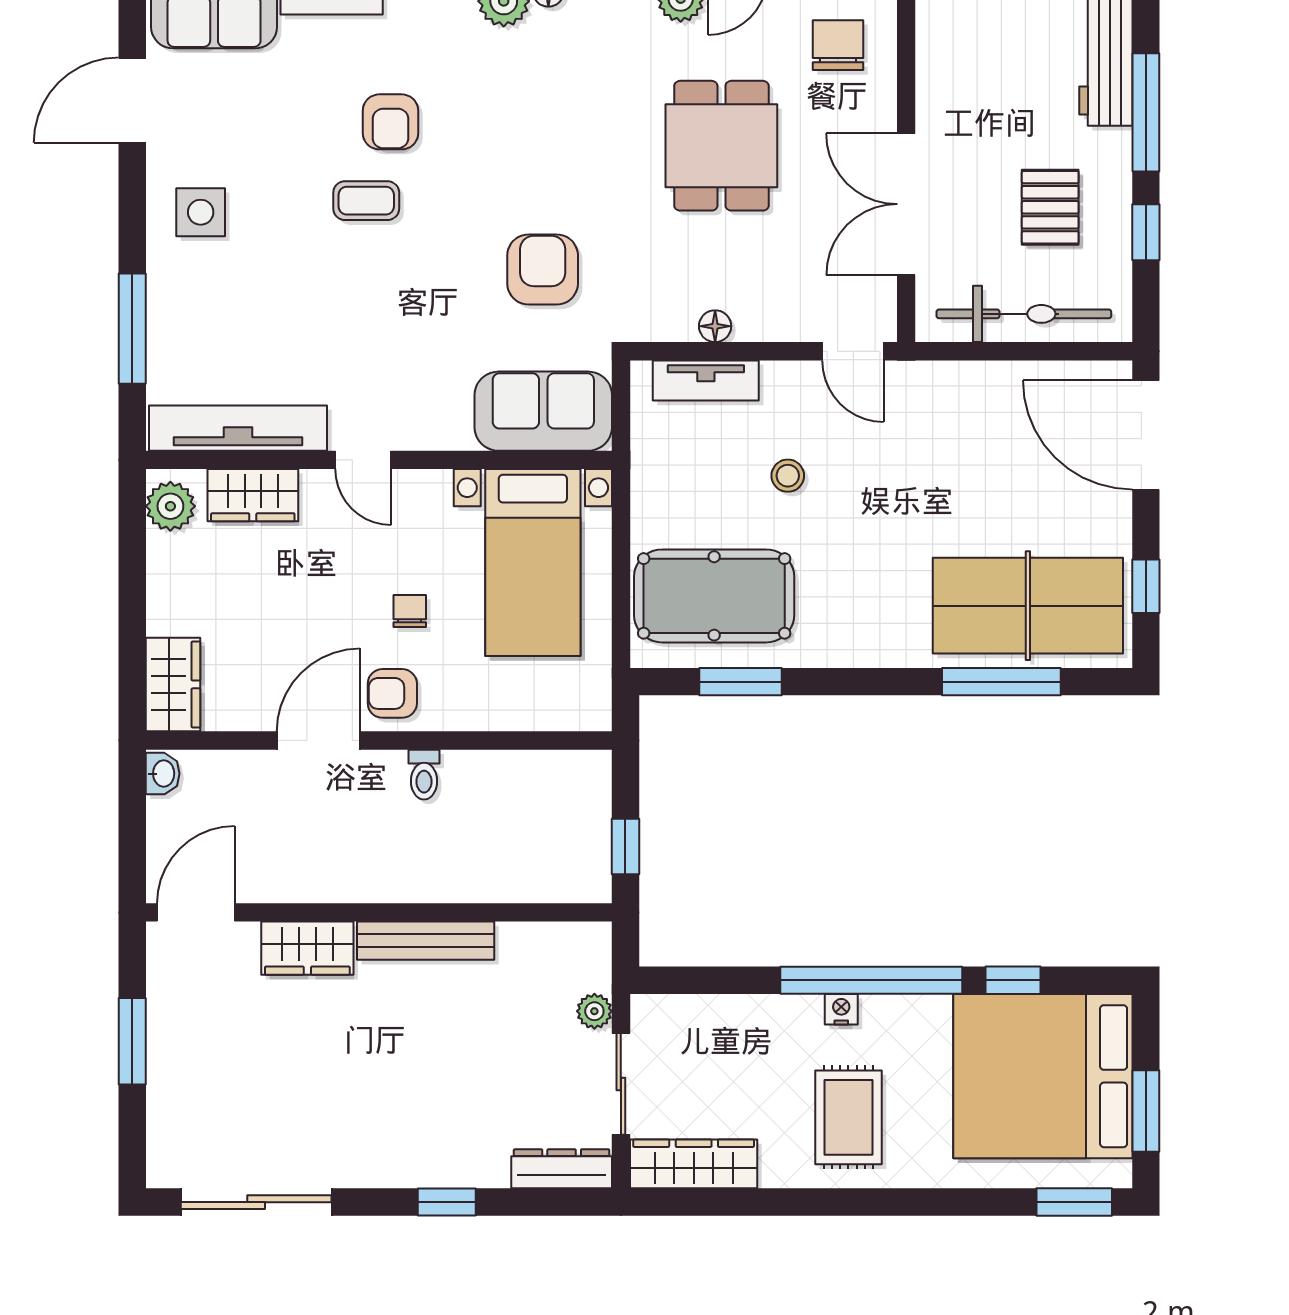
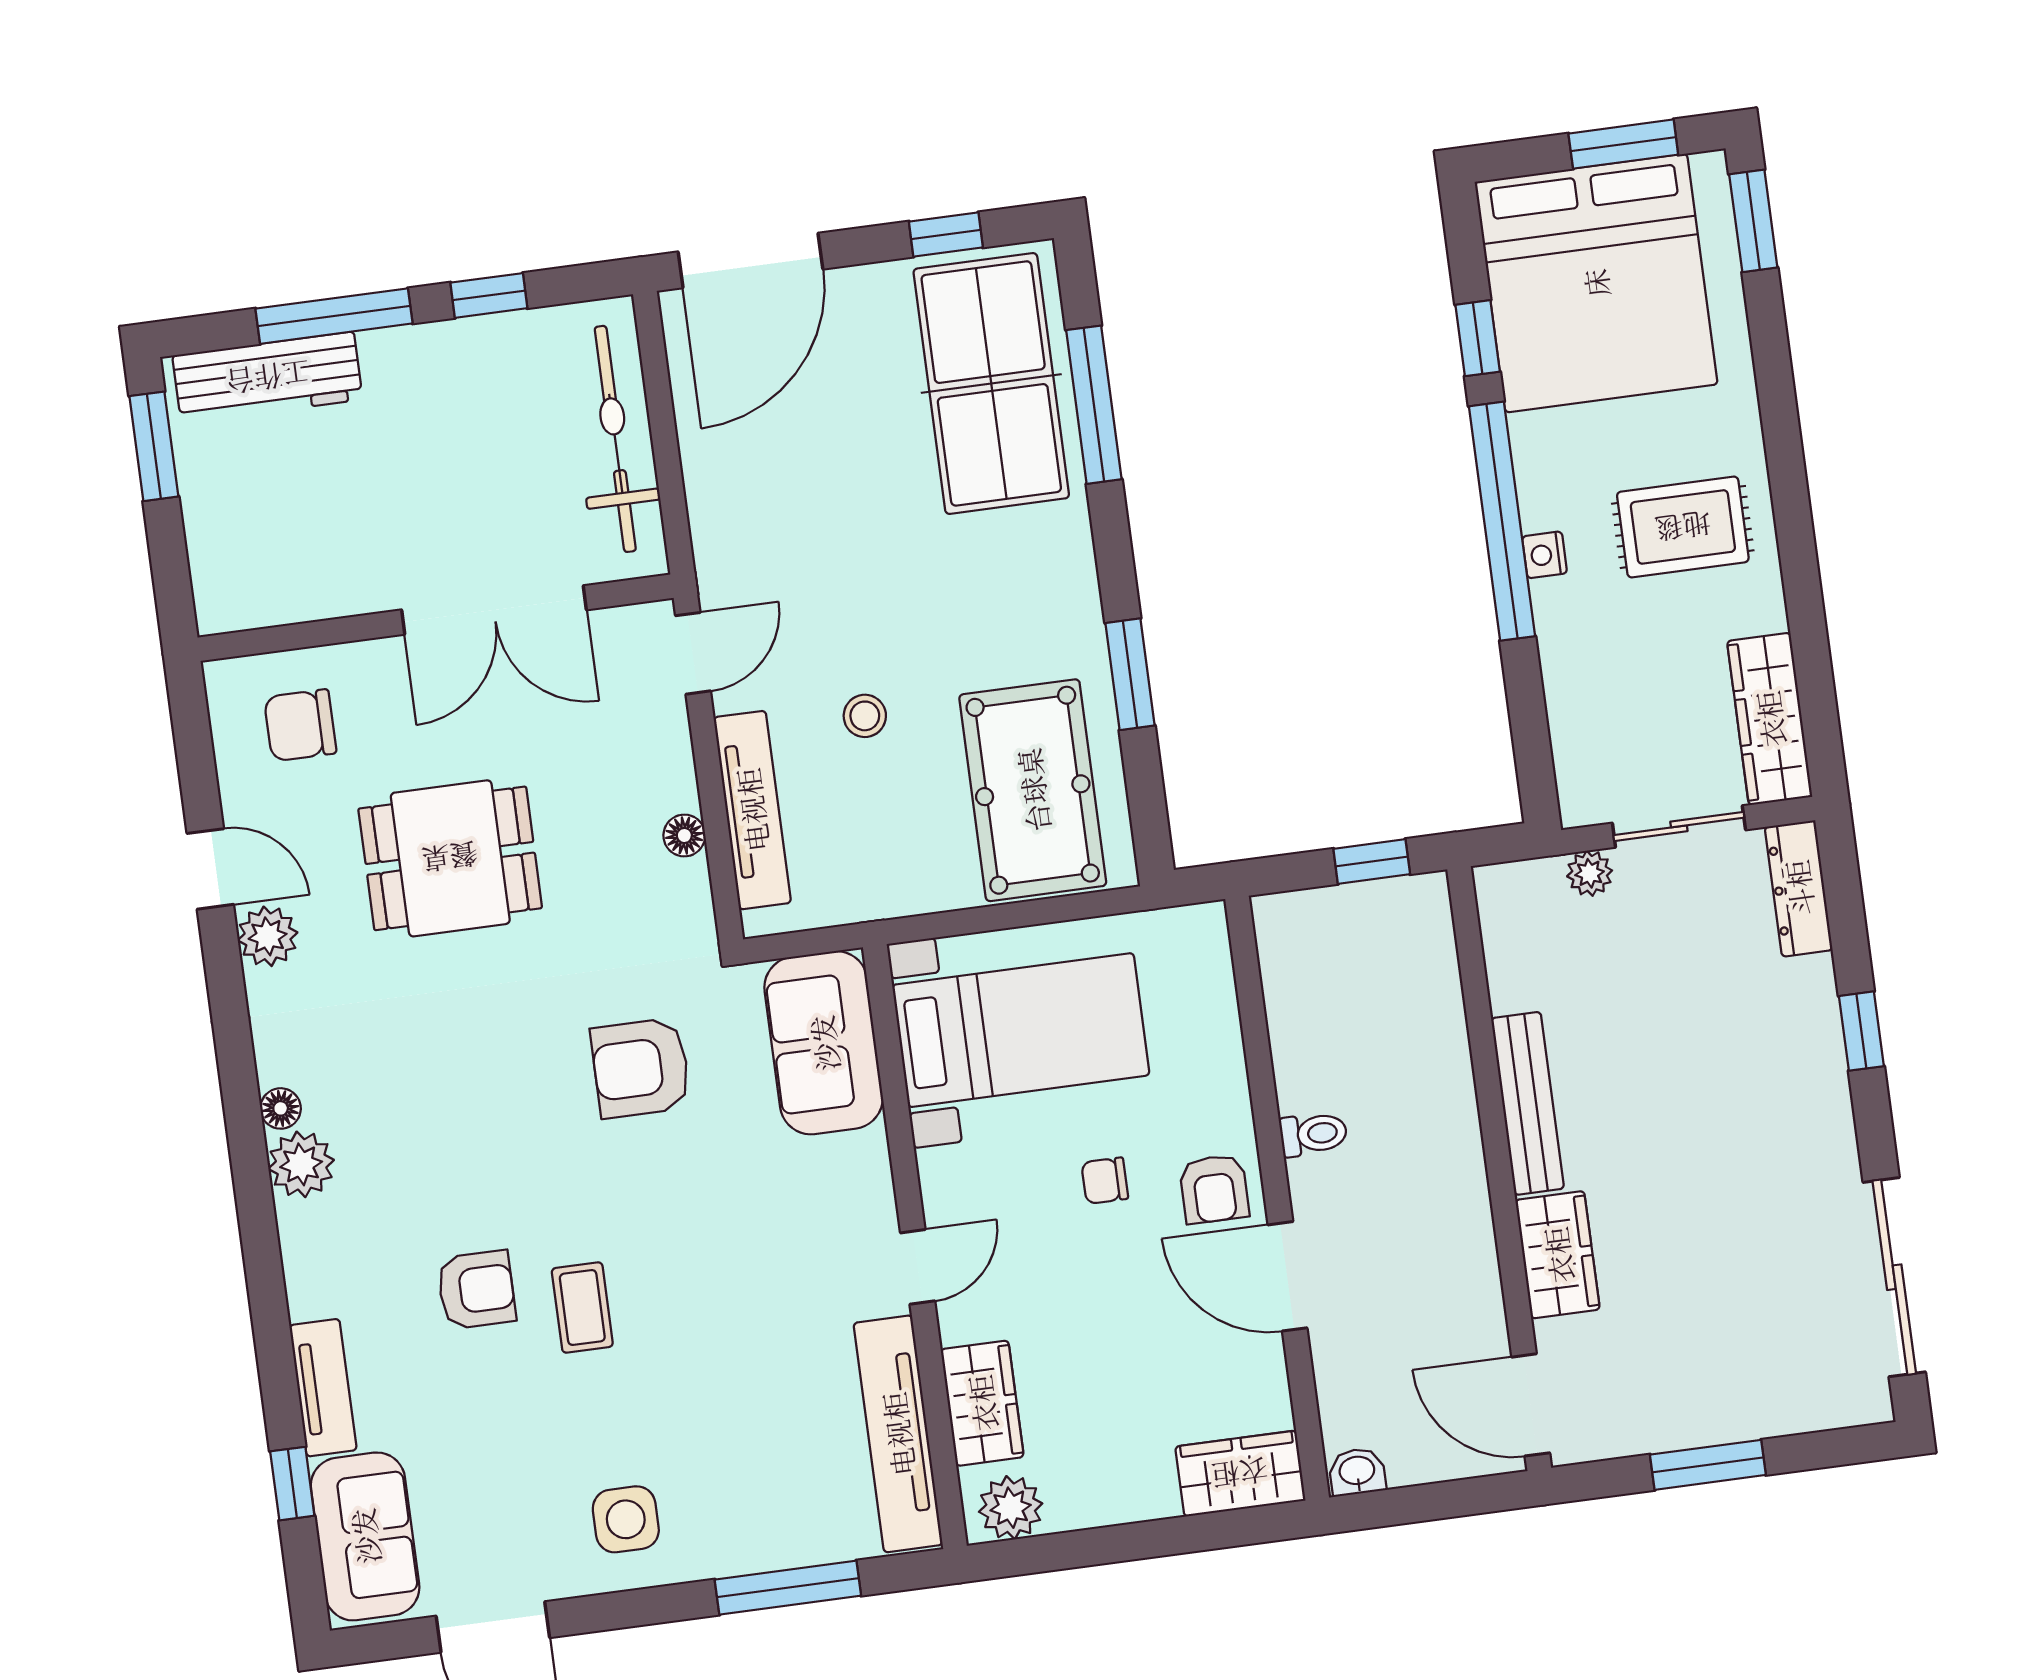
pallet: (1050, 207) -> (473, 423), removed
tv unit: (706, 381) -> (752, 810), width x1.41
window: (740, 682) -> (1130, 674), moved

